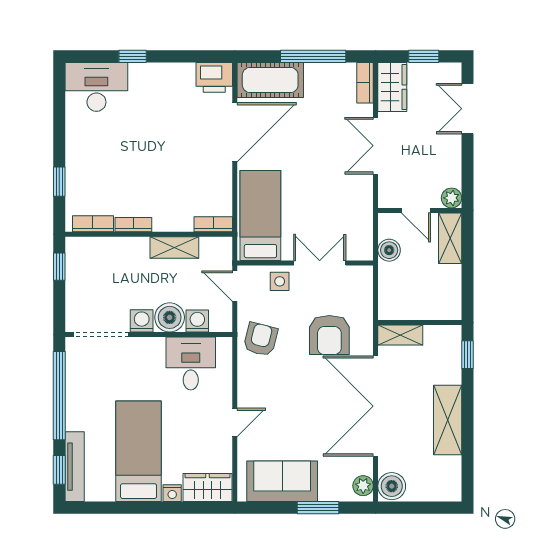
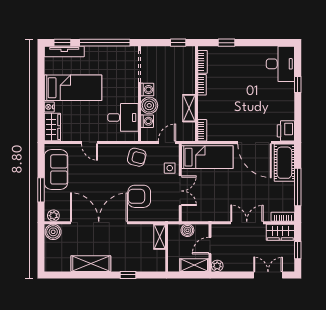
wall: (420, 323) -> (167, 248), moved
shelving: (400, 335) -> (160, 237), moved

